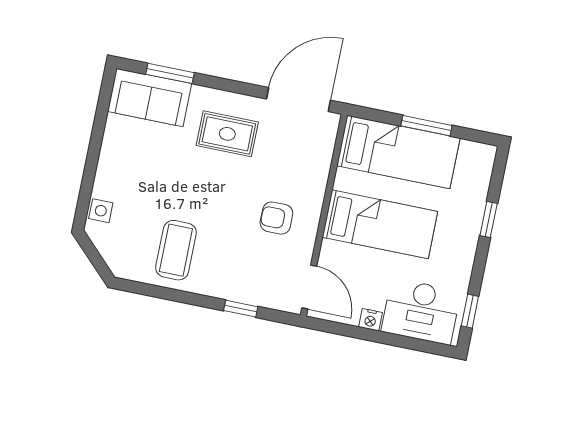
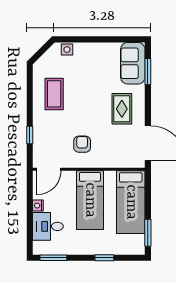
window: (426, 126) -> (148, 233), moved
coffee table: (176, 250) -> (54, 94), turned 90
desk: (421, 311) -> (48, 226), width x0.73
window: (470, 311) -> (53, 258), width x1.50

